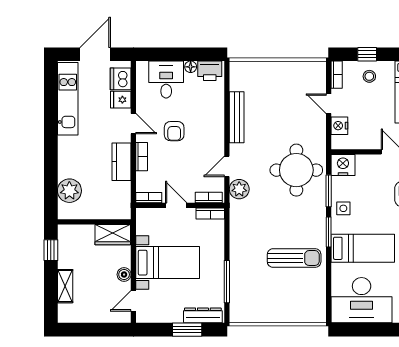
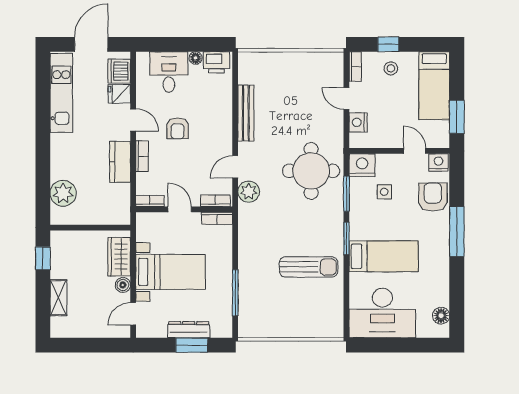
side table: (343, 208) -> (384, 192), moved
wardrobe: (113, 235) -> (119, 257), moved, turned 90
dresser: (203, 315) -> (189, 330), moved

